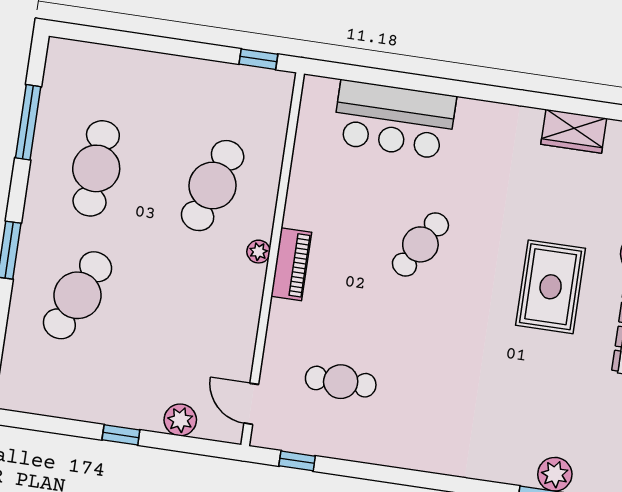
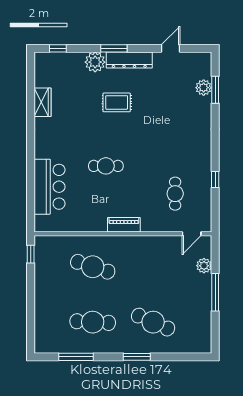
cafe table: (420, 244) -> (106, 166), turned -30
plant: (258, 252) -> (120, 241), removed
rug: (551, 287) -> (117, 102), width x0.73, depth x0.70
window: (121, 435) -> (215, 292), width x2.17
window: (297, 461) -> (215, 179), moved

